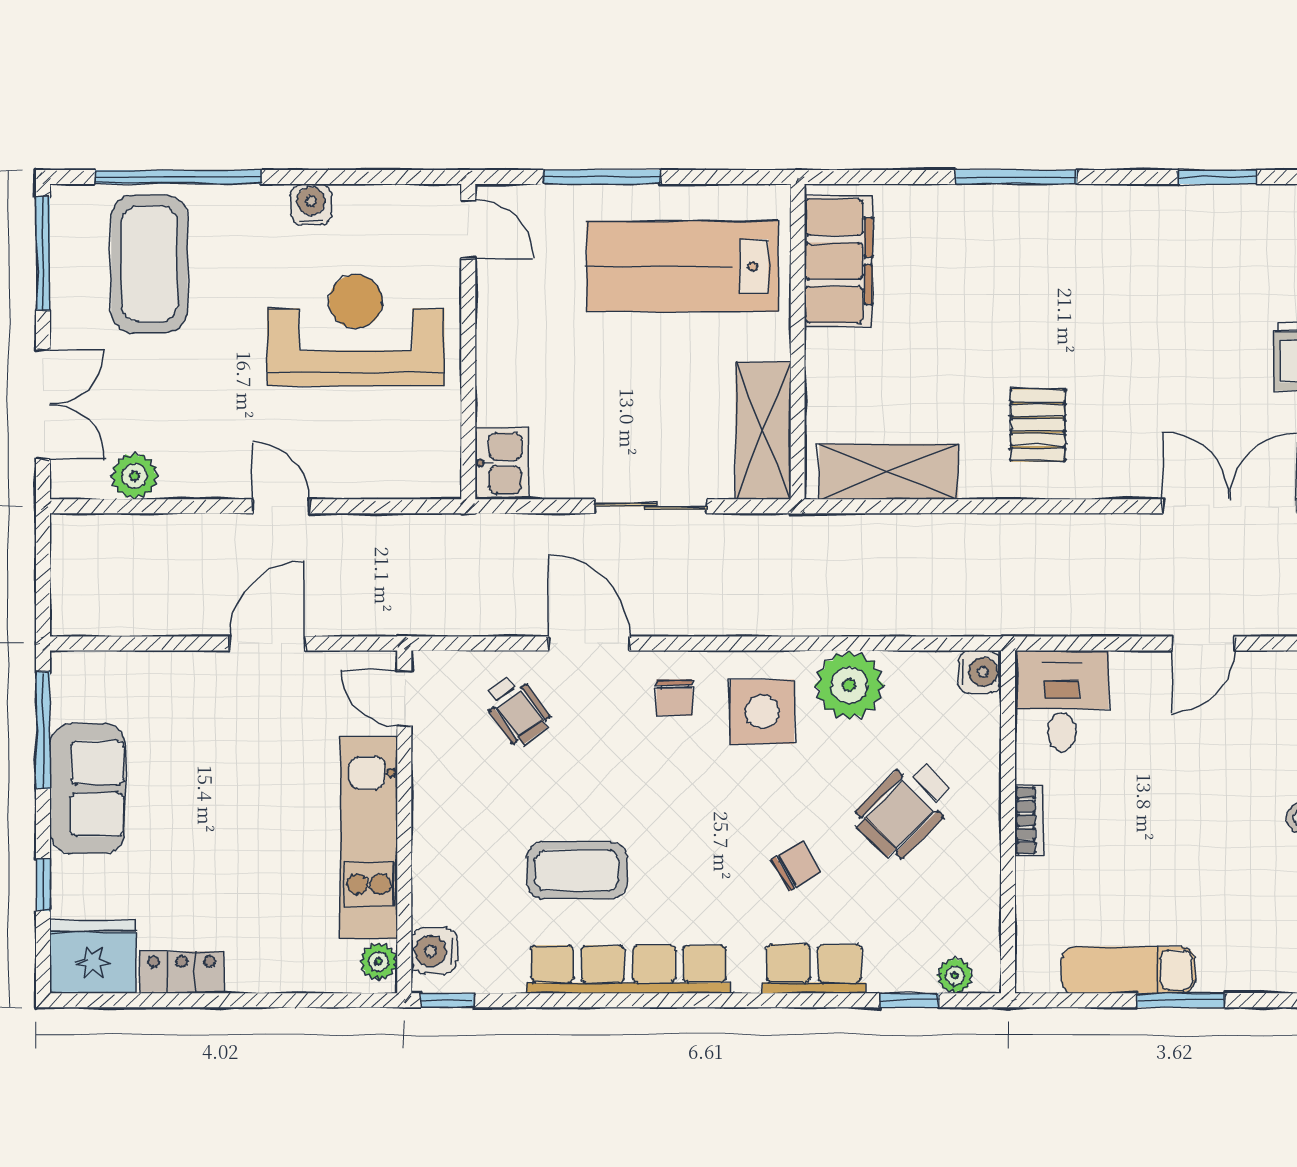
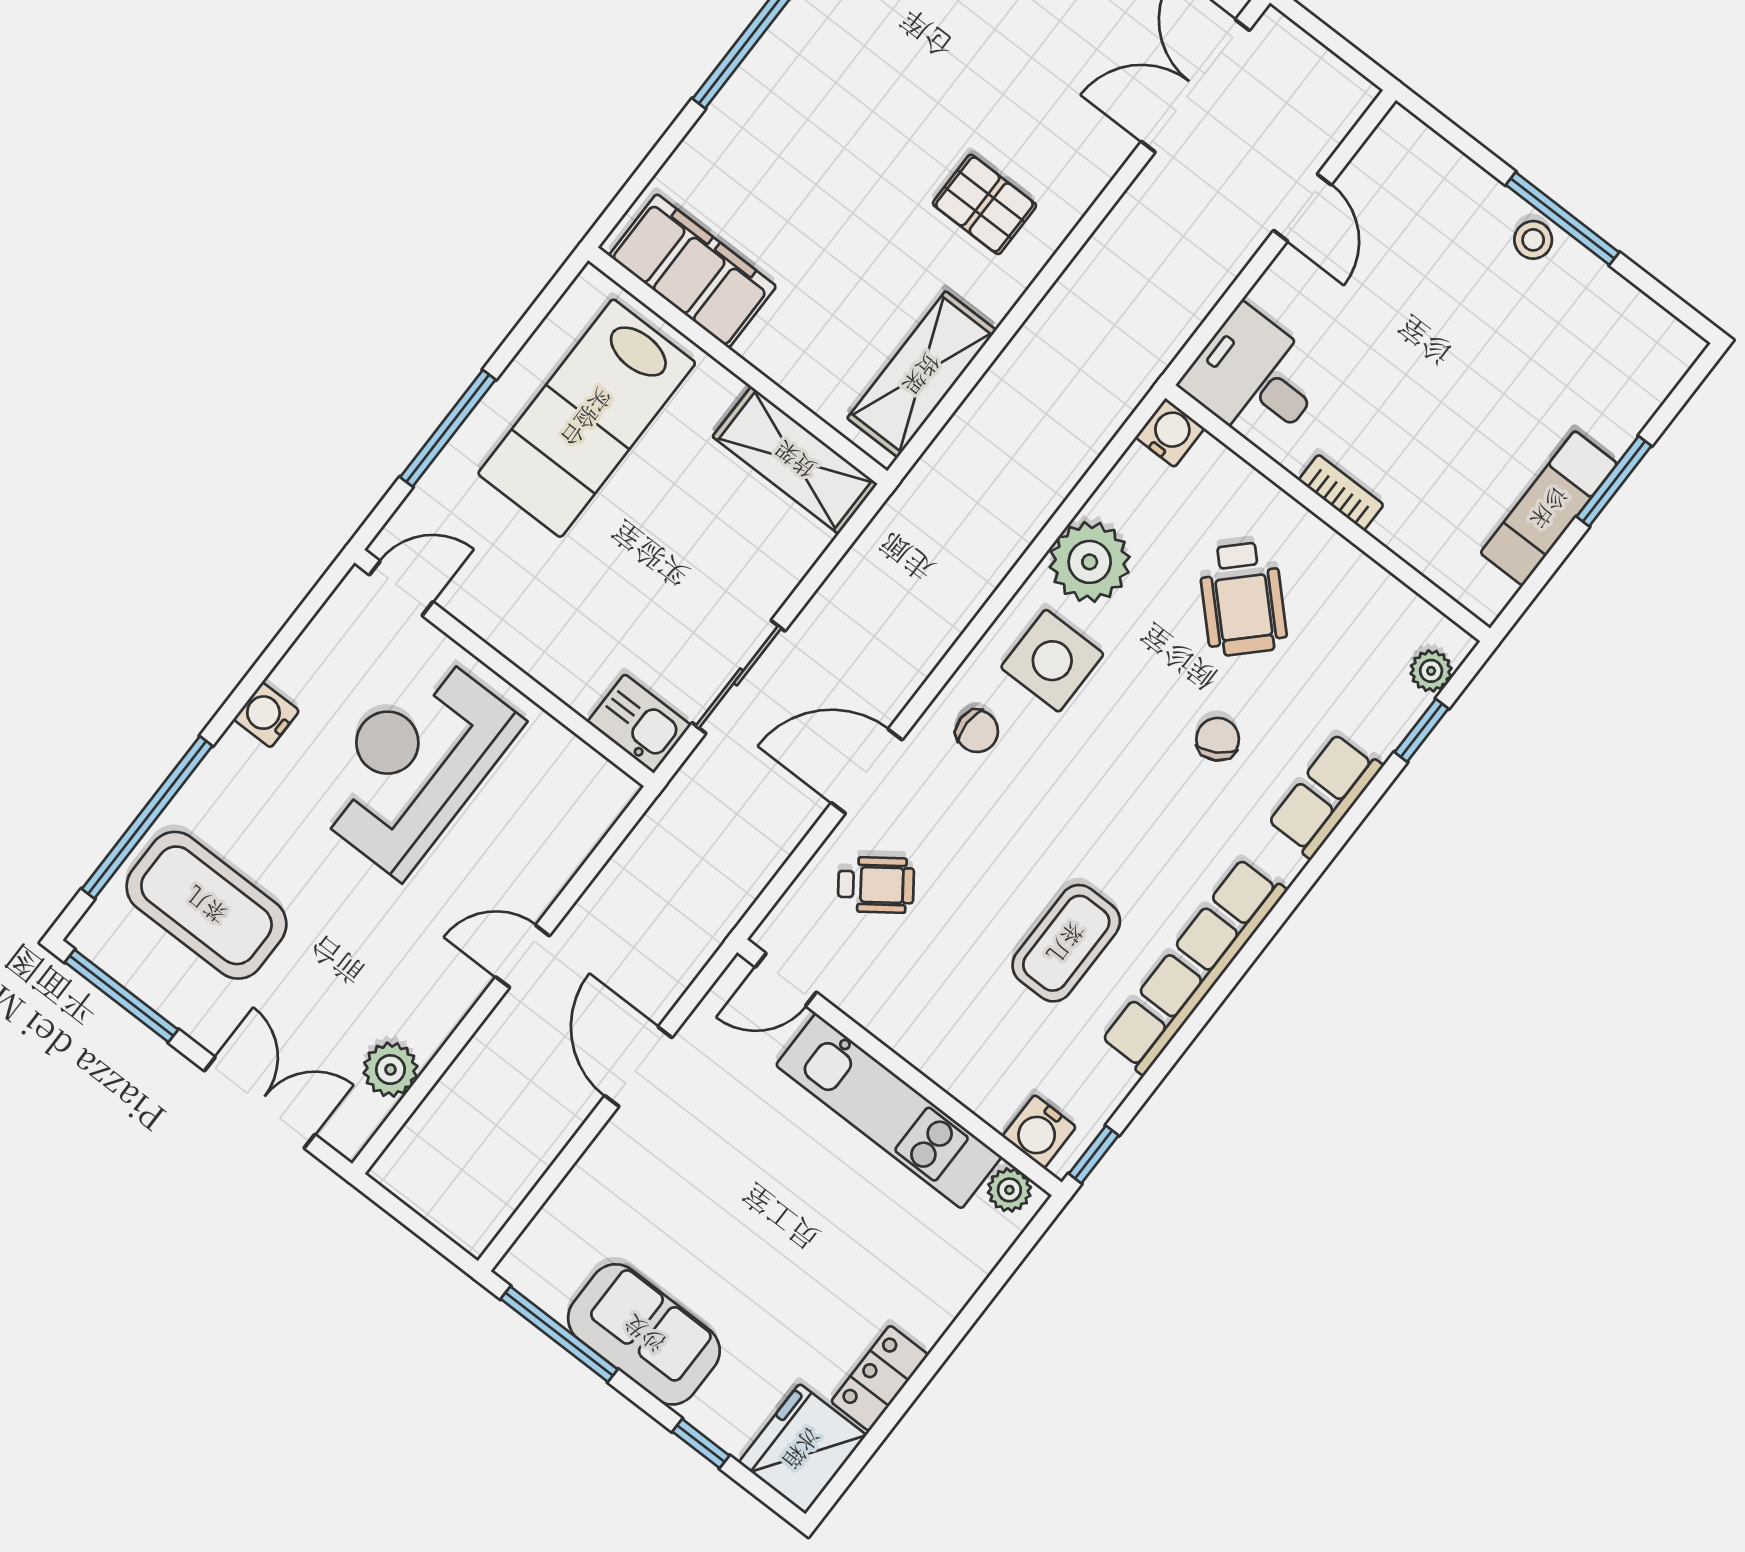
sliding door: (651, 506) -> (739, 677), moved

